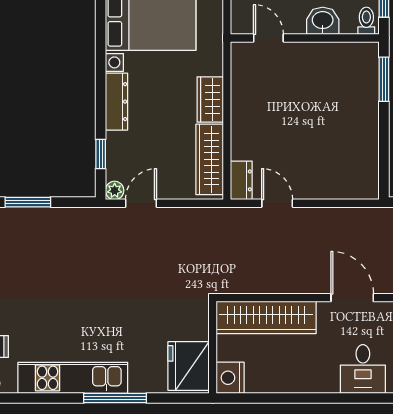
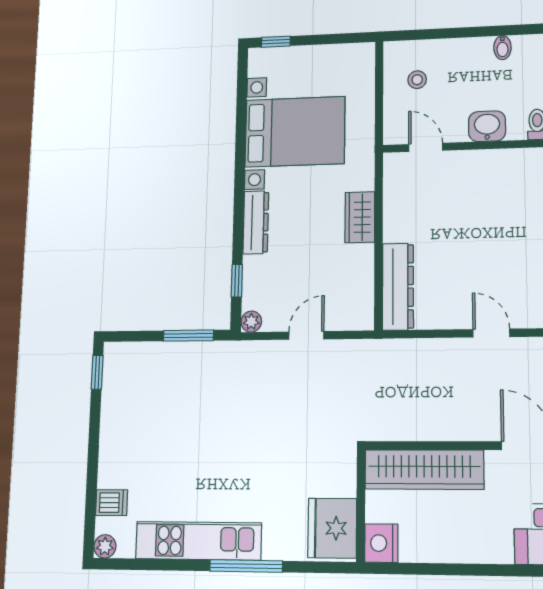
wardrobe: (210, 159) -> (359, 284), removed
dresser: (241, 180) -> (398, 287), width x1.96, depth x1.24
window: (28, 202) -> (188, 336), moved
door: (141, 203) -> (306, 335), moved
door: (277, 203) -> (491, 333), moved

